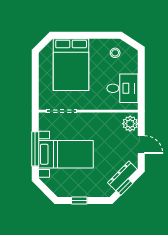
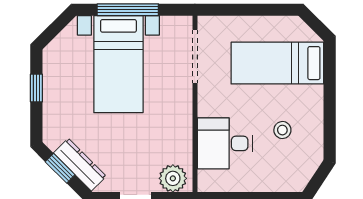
stool: (115, 53) -> (282, 130), moved
bed: (71, 65) -> (277, 63), width x0.67
desk: (122, 88) -> (225, 143), moved, turned 90

